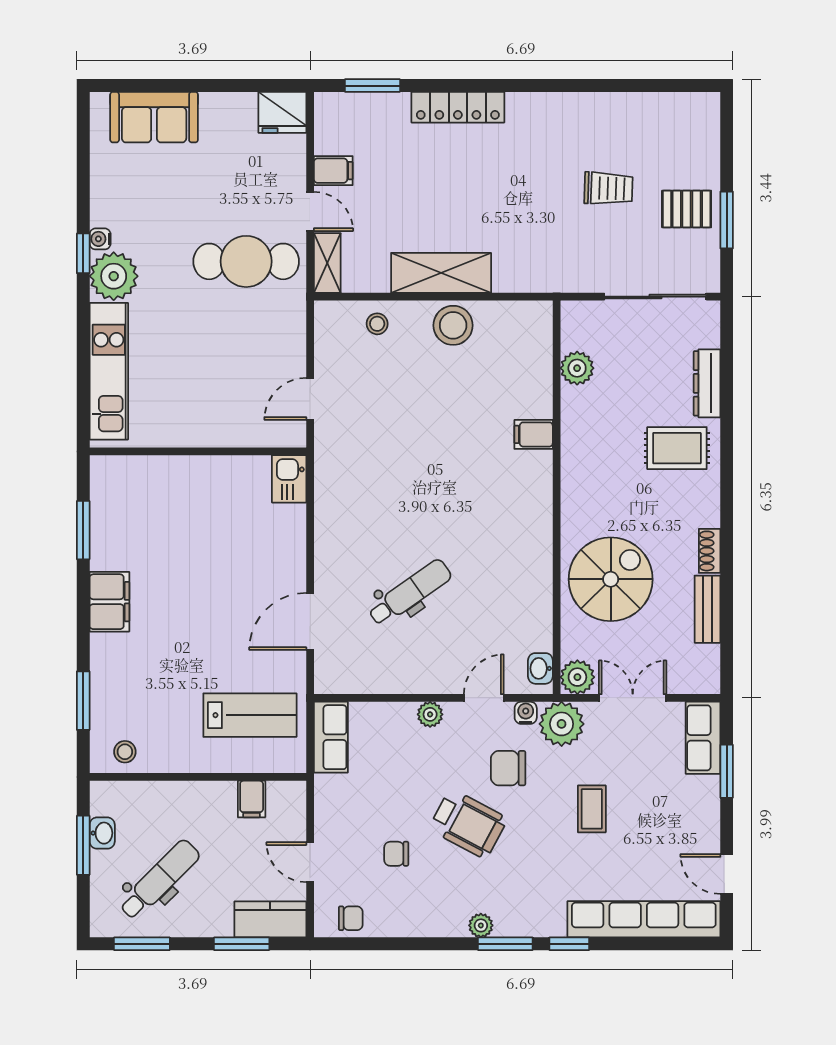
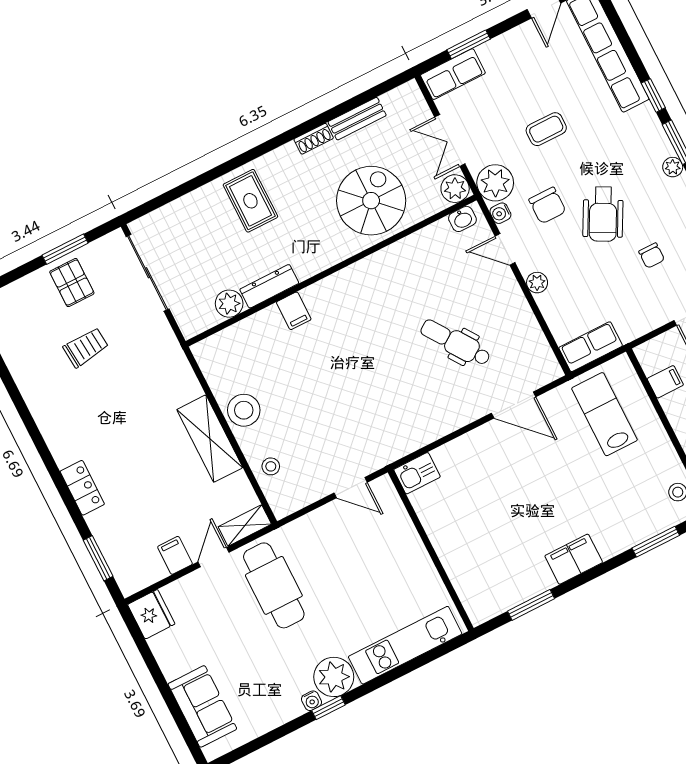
locker: (458, 107) -> (82, 488), width x0.66
trolley: (608, 188) -> (86, 347), turned 83
dresser: (707, 383) -> (269, 286), moved, turned 180
spiral stairs: (611, 579) -> (371, 201), turned 90
wheelchair: (468, 824) -> (603, 214), turned 180

